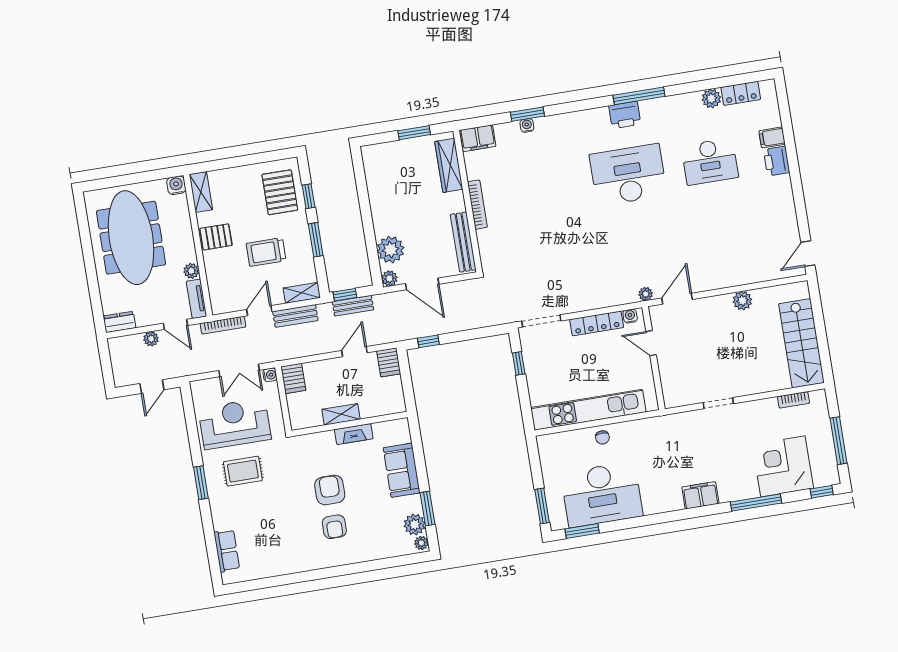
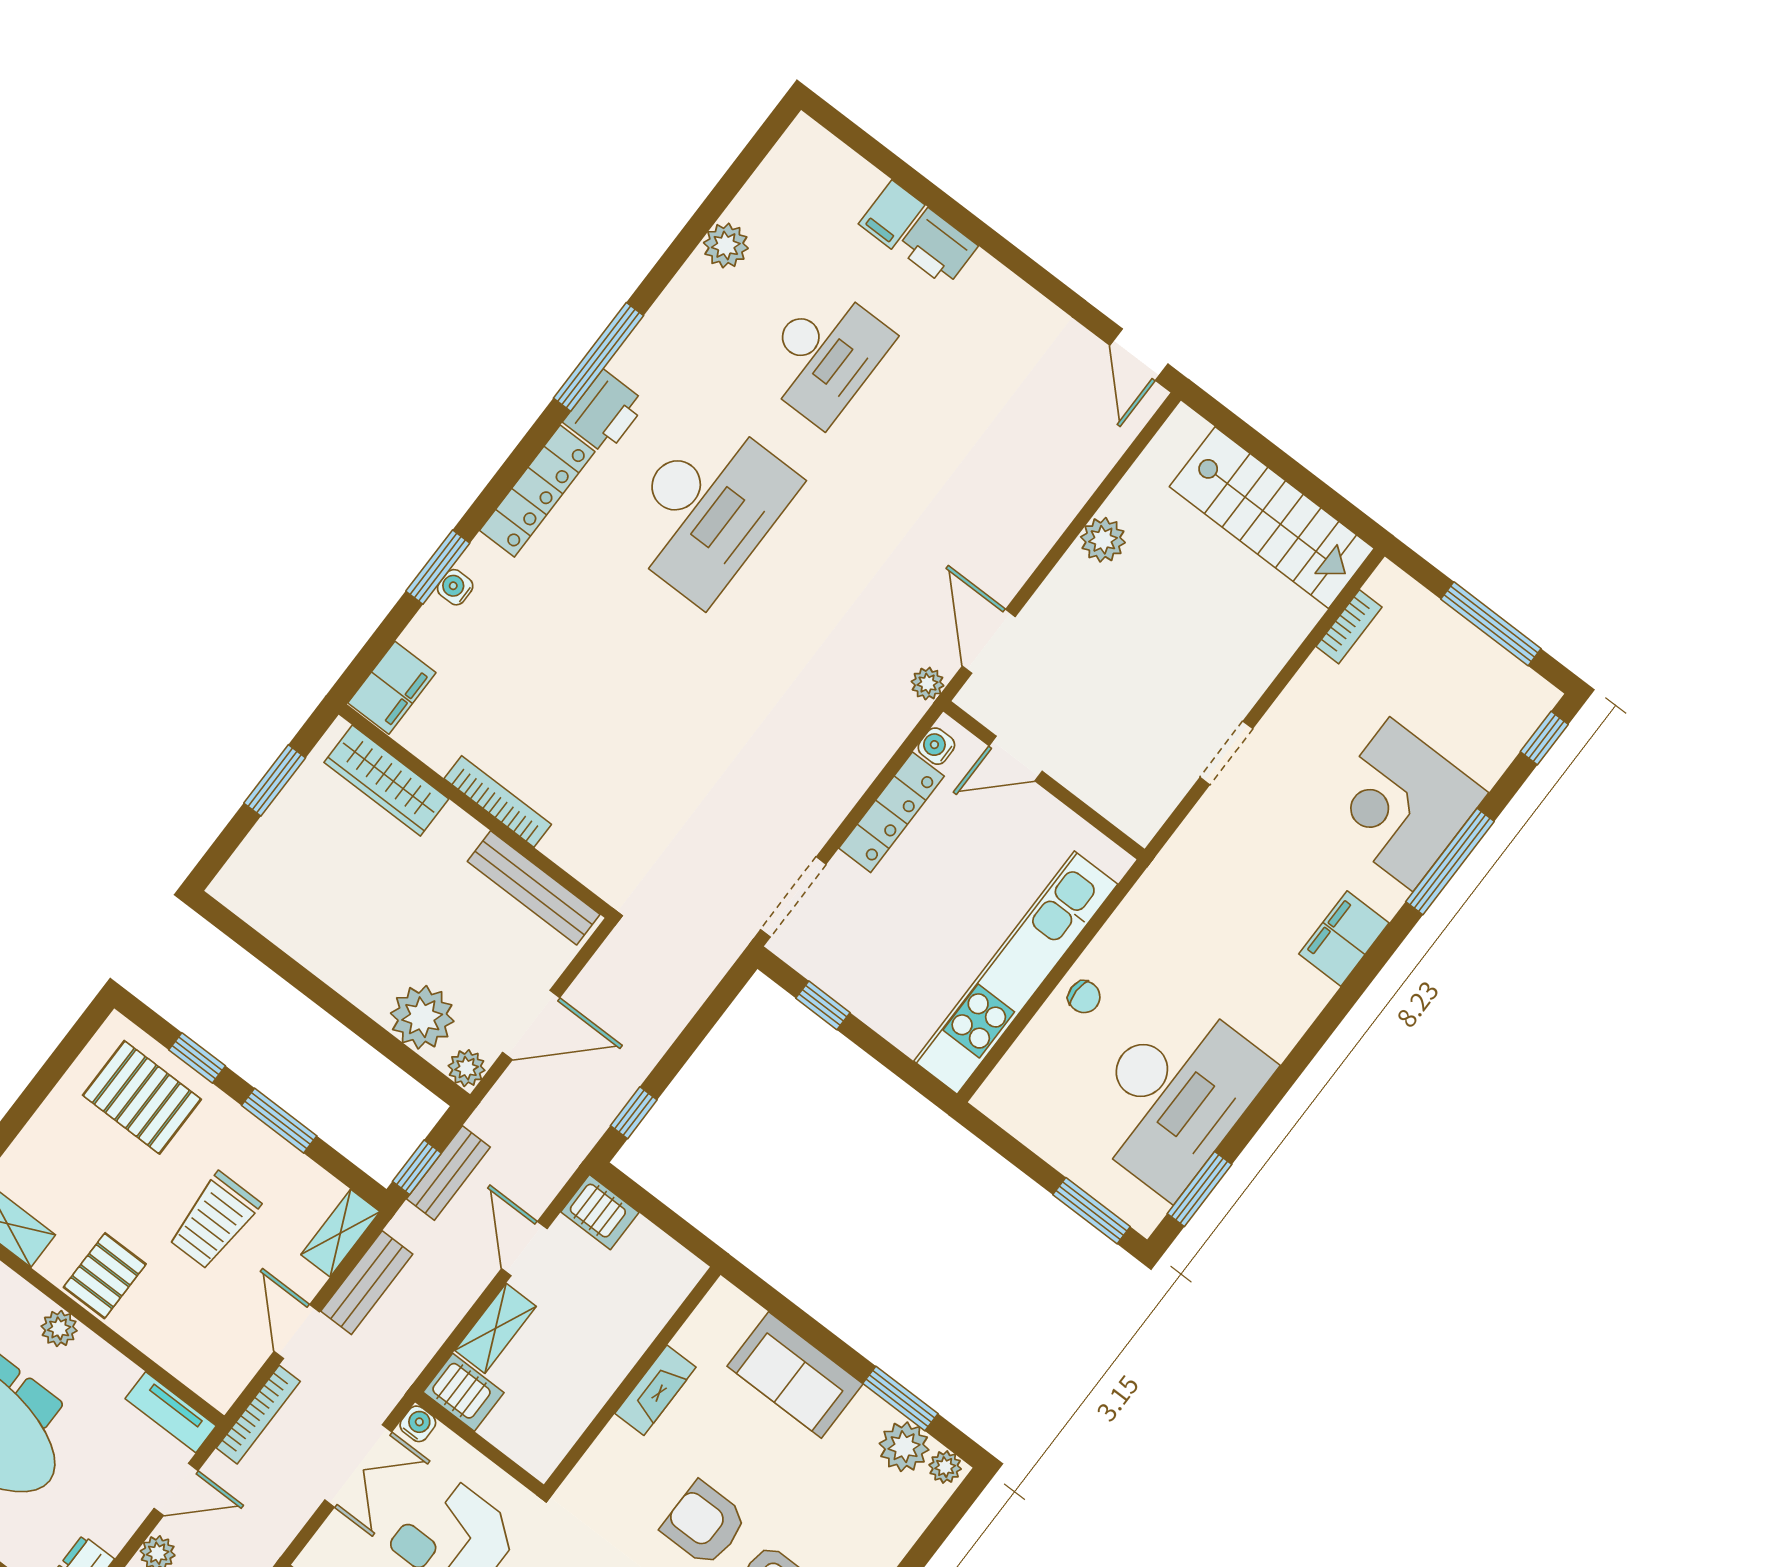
locker: (741, 93) -> (537, 491), moved, width x1.53
desk: (628, 175) -> (707, 509), turned 180
plant: (191, 271) -> (59, 1328), moved
shelving: (341, 414) -> (496, 1328), moved
corner desk: (783, 466) -> (1401, 804), moved

